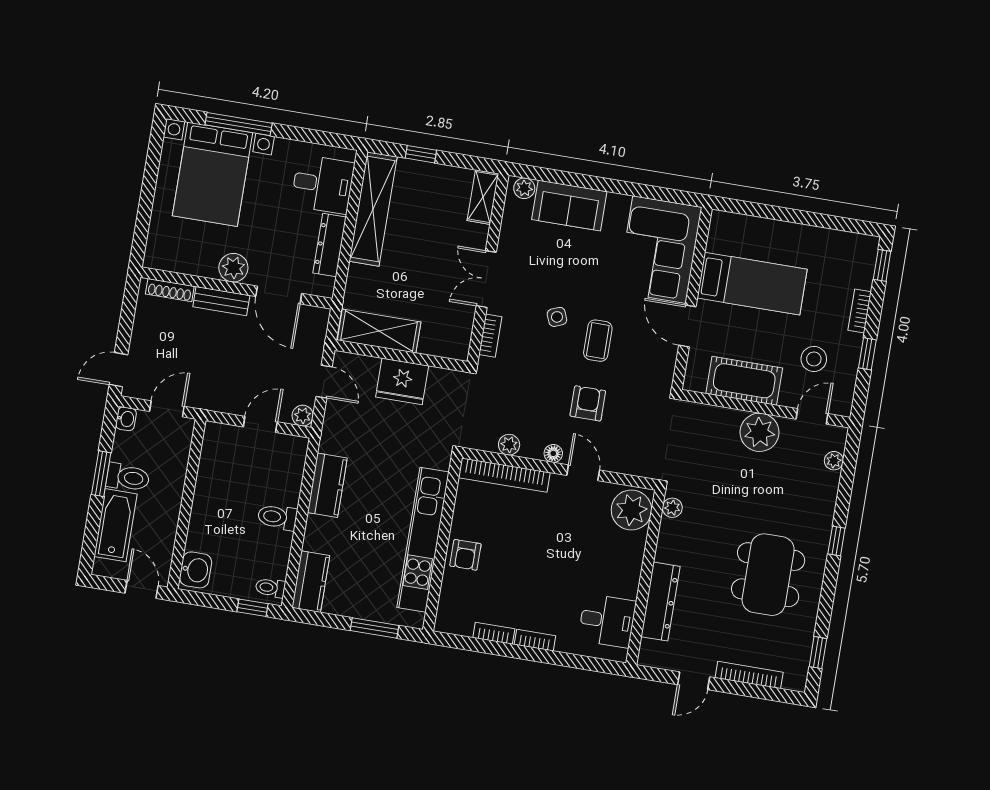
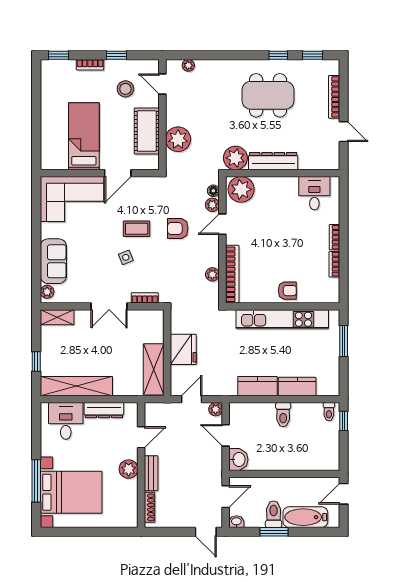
door: (279, 295) -> (141, 437), width x0.73
door: (167, 409) -> (226, 497), swing flipped
plant: (760, 432) -> (178, 139), moved
floor lamp: (553, 453) -> (213, 191), moved
plant: (615, 462) -> (212, 205), added
plant: (672, 508) -> (235, 158), width x1.87, depth x1.87
window: (836, 541) -> (278, 55), moved
washbasin: (196, 570) -> (238, 460), moved, turned 90
kitchen counter: (311, 582) -> (297, 387), moved
dresser: (661, 602) -> (273, 161), moved

